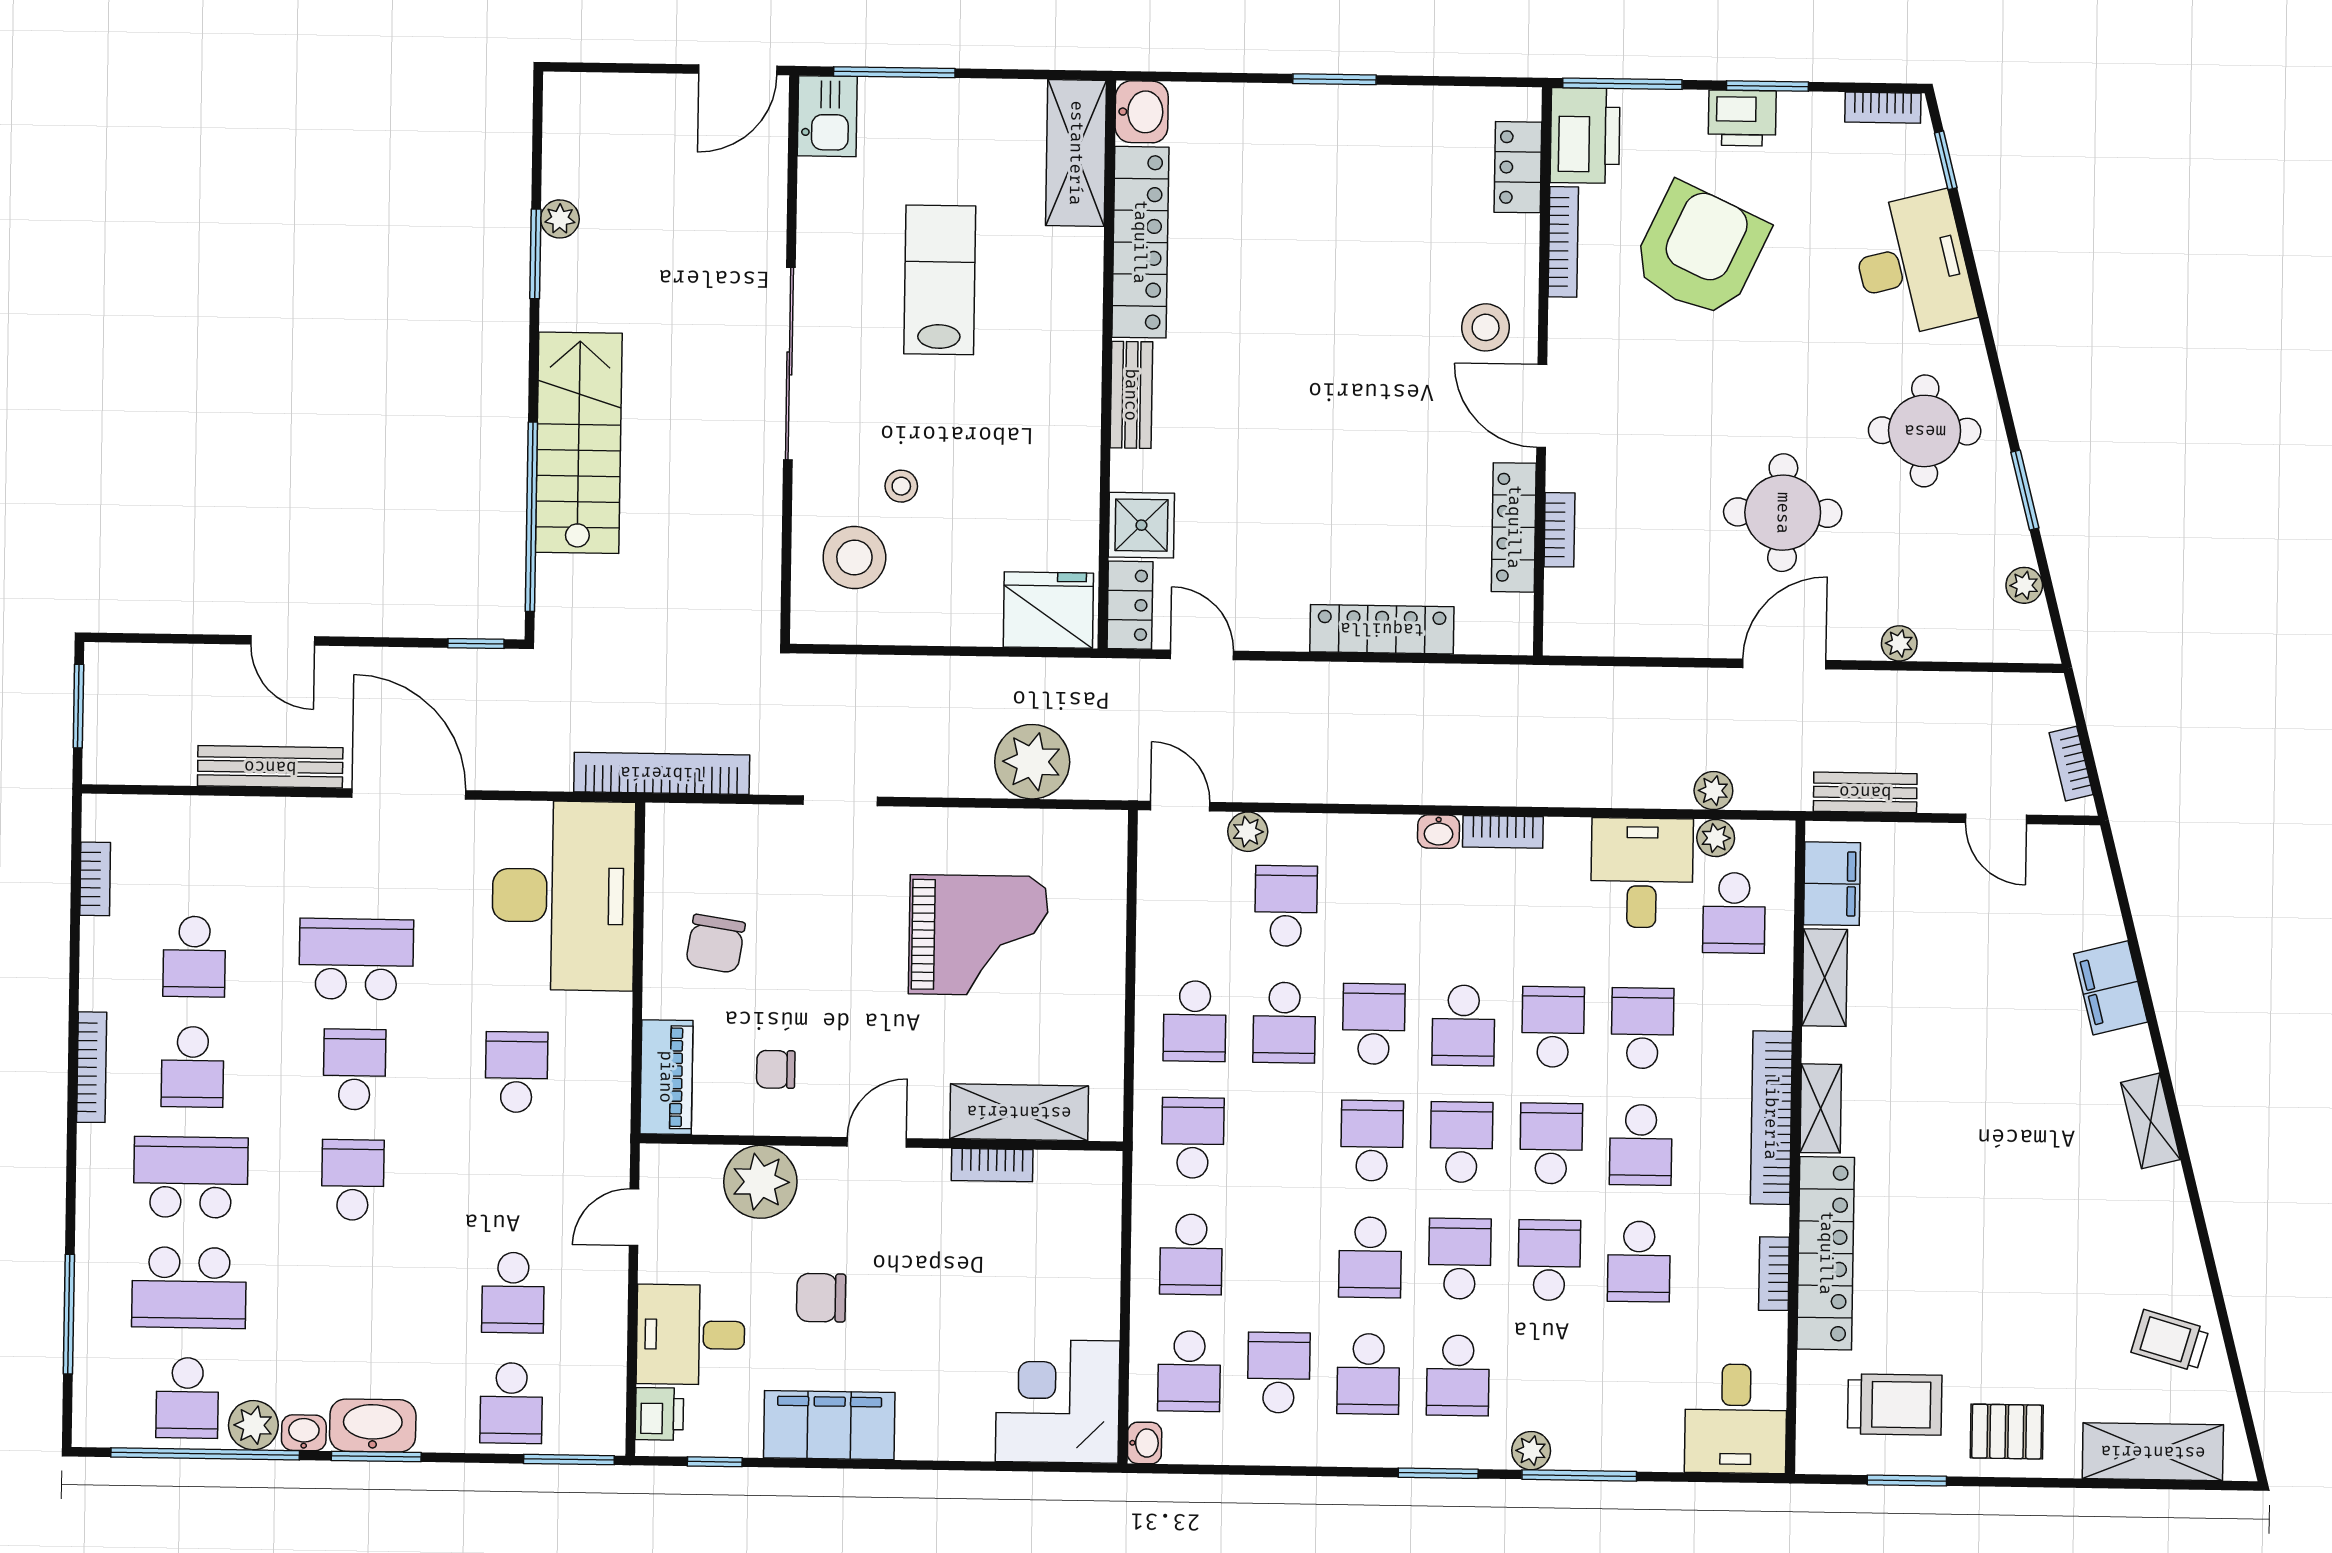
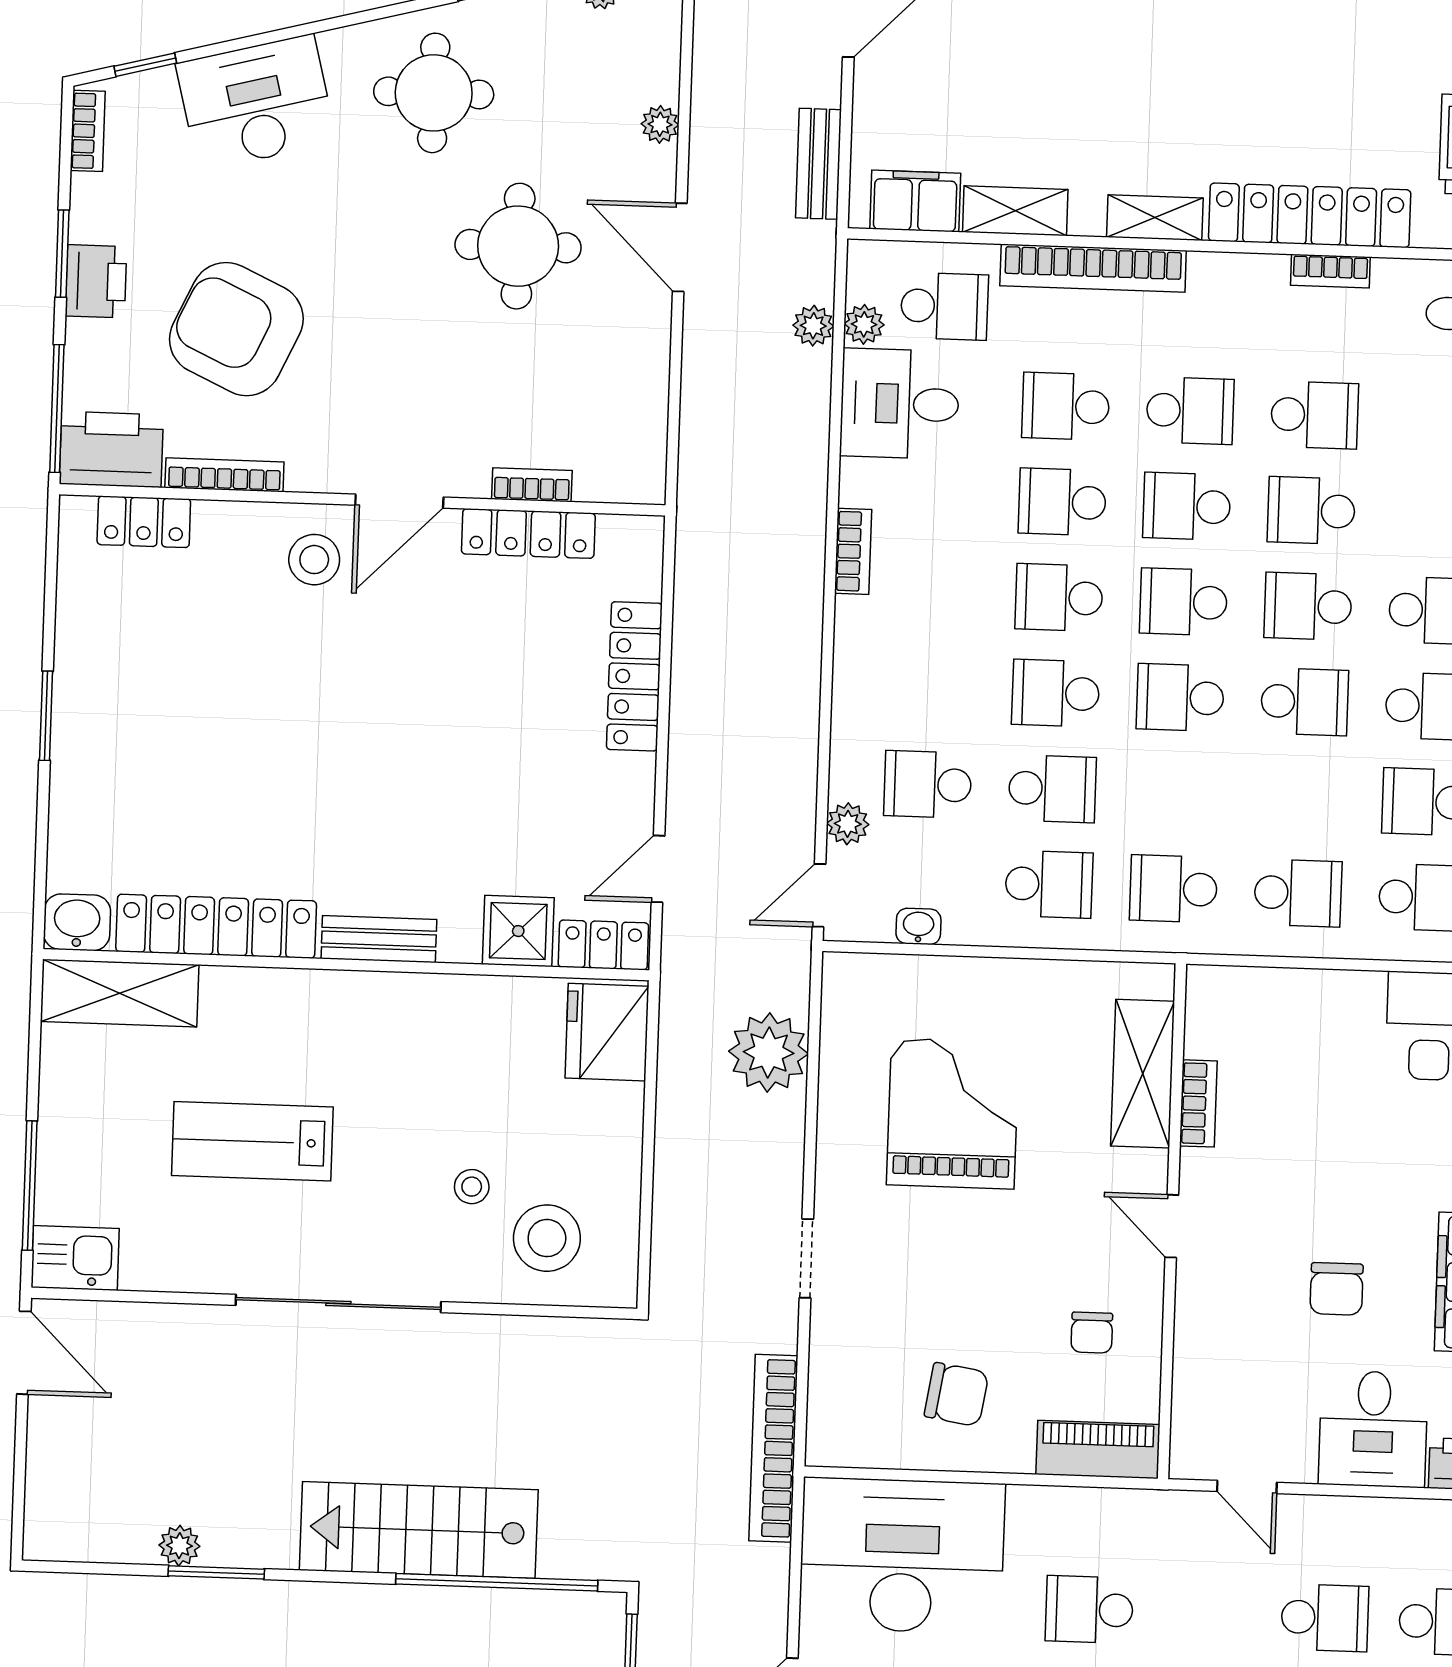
washbasin: (1438, 832) -> (918, 926), moved, turned -90
school desk: (1463, 1025) -> (1059, 598), turned 180
bookcase: (1771, 1118) -> (1093, 268), moved
plant: (760, 1182) -> (1212, 1351), removed

